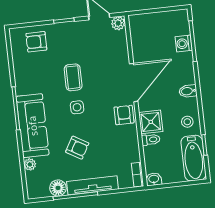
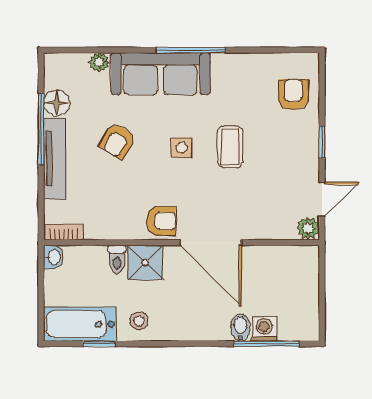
coffee table: (73, 77) -> (230, 147), turned 90
bidet: (188, 91) -> (240, 327), moved

